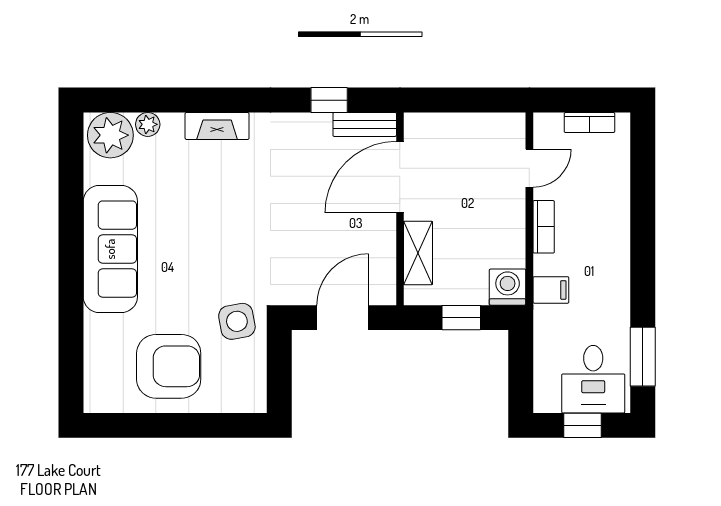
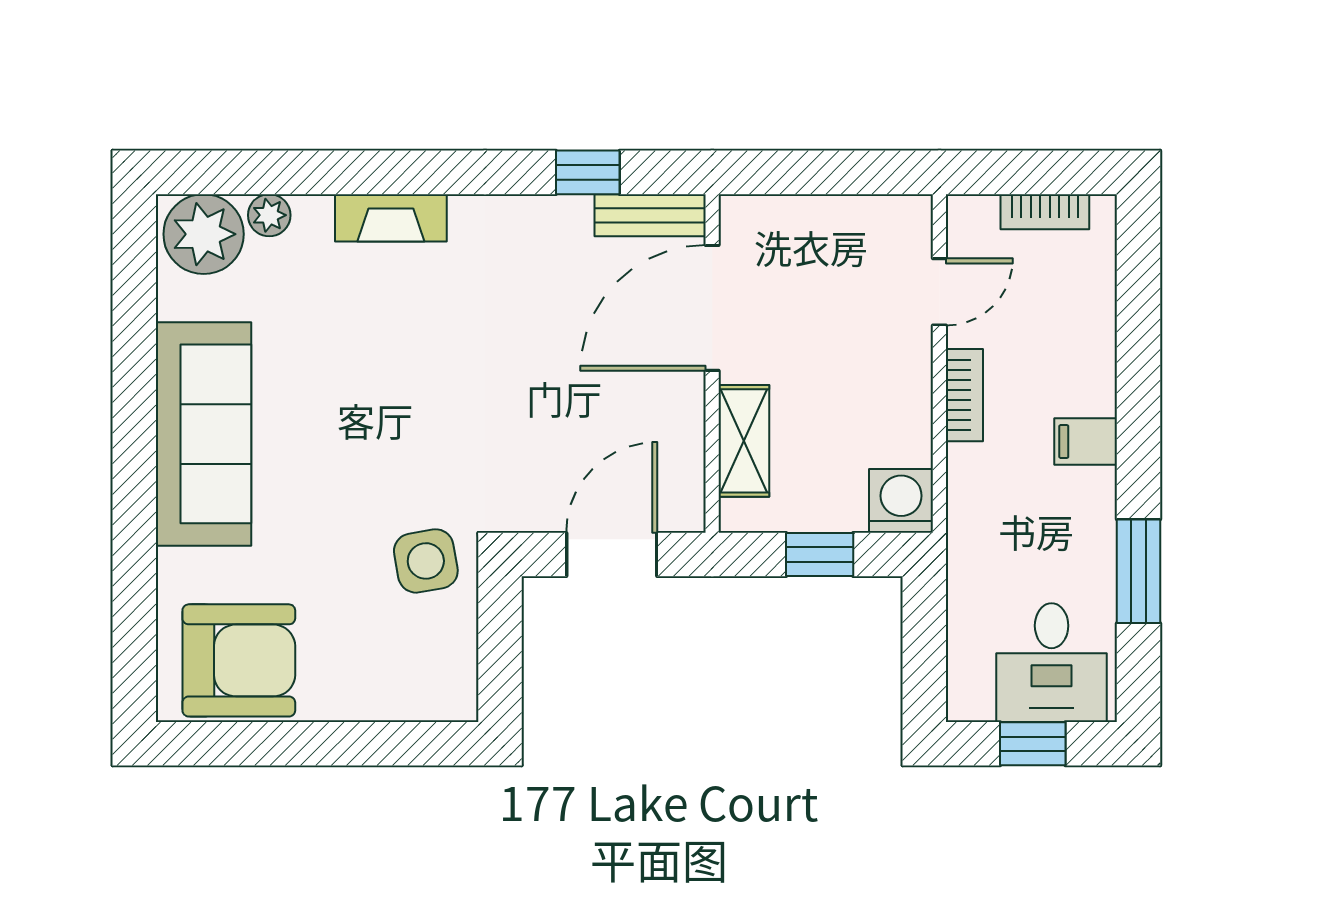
filing cabinet: (551, 290) -> (1086, 442), moved, turned 180
window: (643, 357) -> (1139, 571), moved
armchair: (169, 366) -> (239, 660), moved

